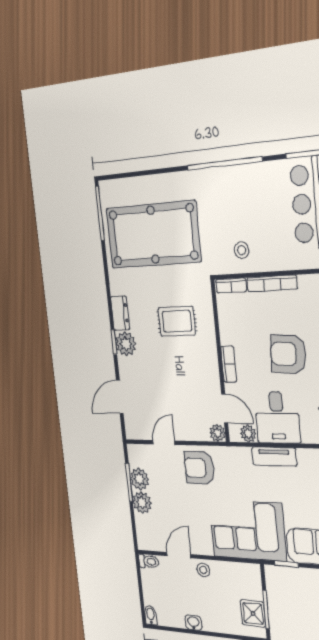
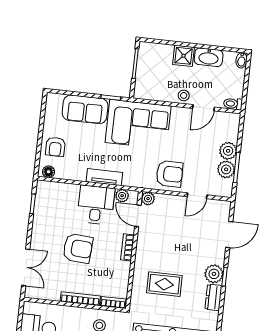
shower: (253, 613) -> (183, 56), moved
washbasin: (193, 623) -> (209, 57), width x1.91, depth x1.45

